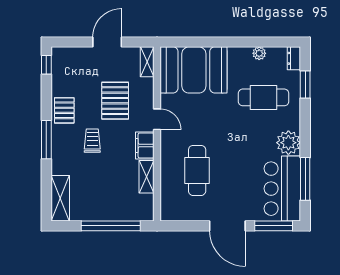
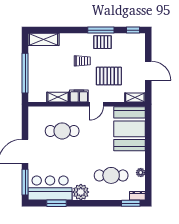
window: (305, 85) -> (131, 203), moved
cafe table: (264, 97) -> (111, 175), turned 90
window: (46, 140) -> (101, 30), moved
window: (305, 179) -> (57, 203), width x0.69

